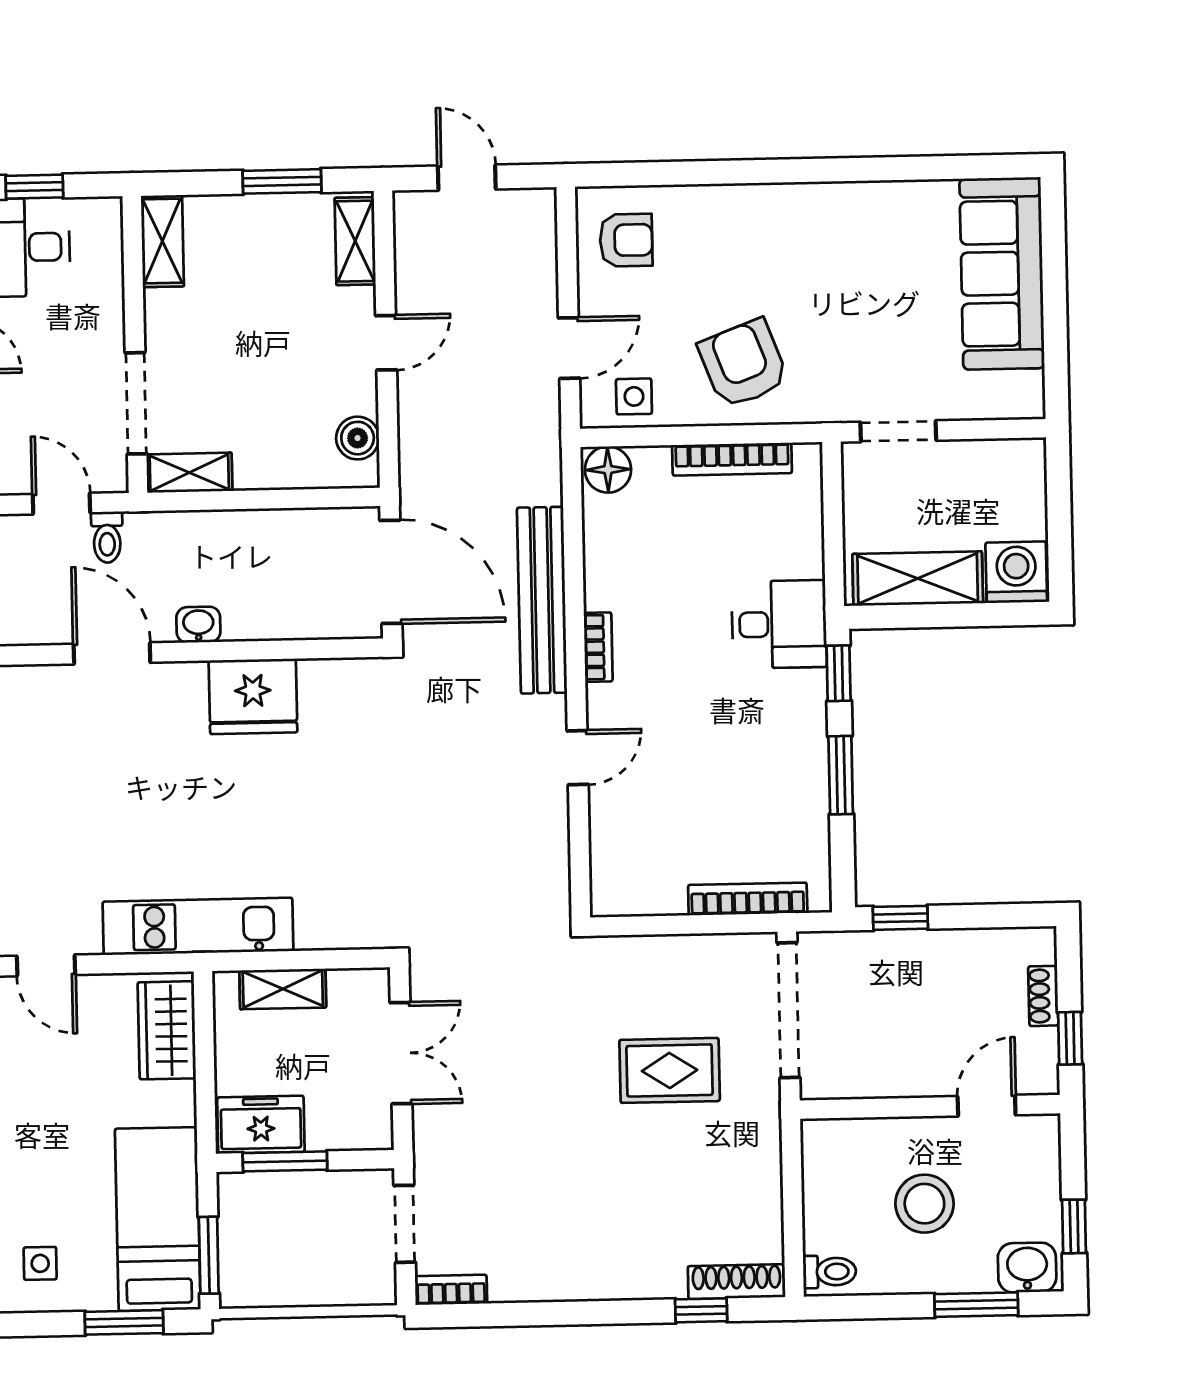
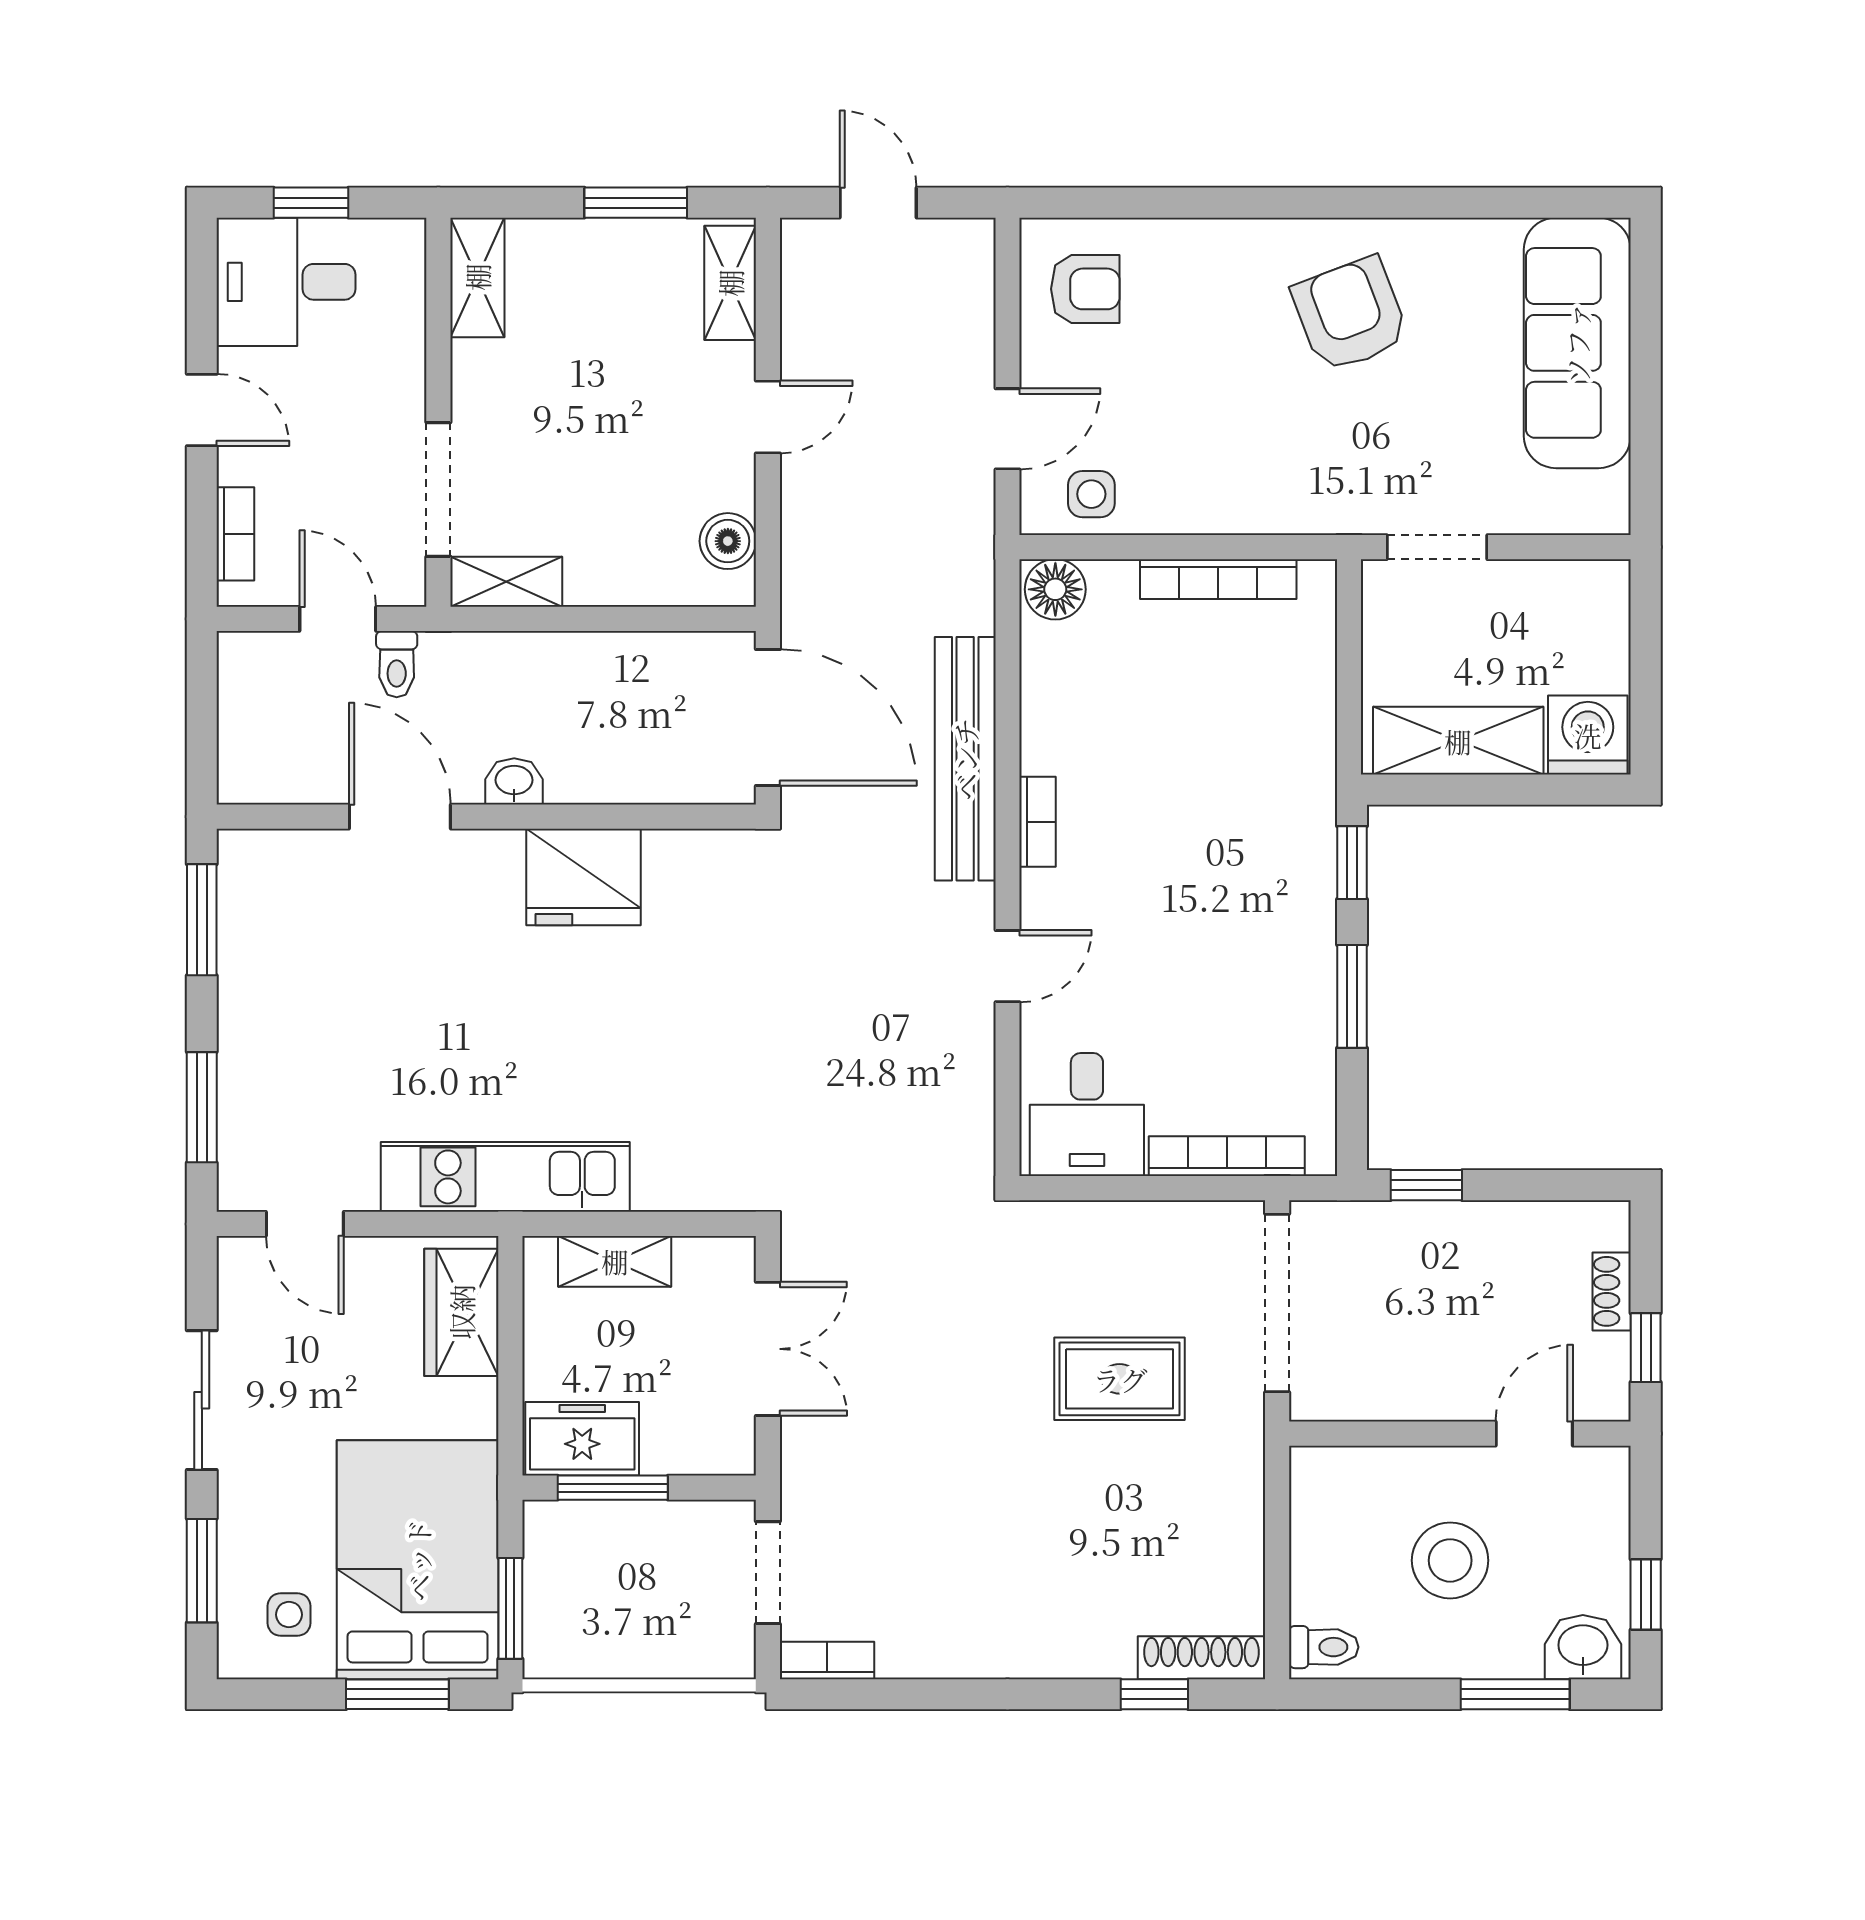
armchair: (743, 364) -> (1350, 314), moved
desk: (779, 624) -> (1087, 1115), moved, turned 90
bed: (158, 1219) -> (418, 1560), width x1.50

